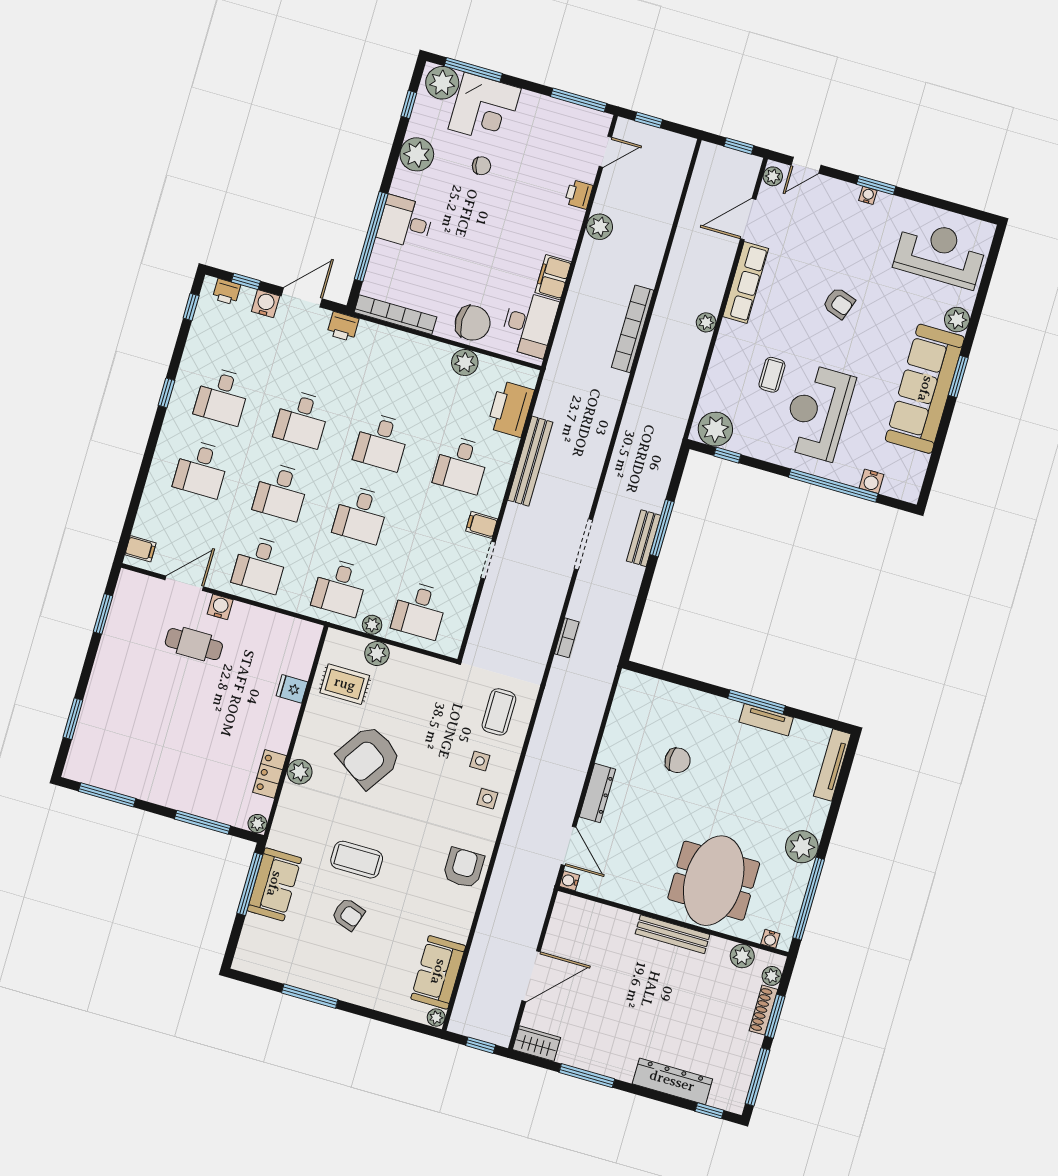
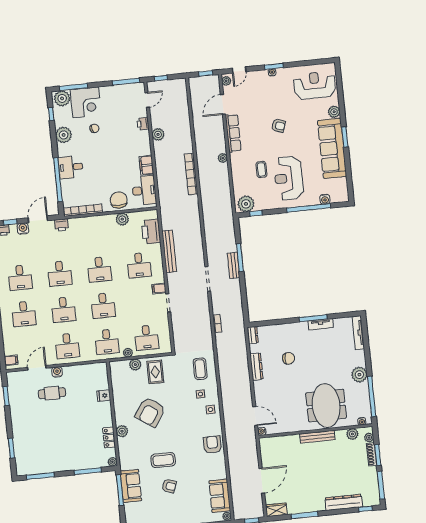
chair: (473, 323) -> (119, 200), turned -90
rug: (345, 684) -> (155, 372), moved, turned 90
dresser: (626, 688) -> (253, 335), added
dresser: (597, 793) -> (256, 367), moved

